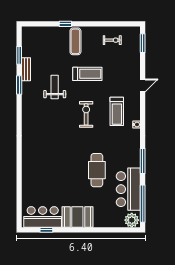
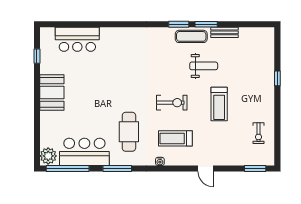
exercise mat: (75, 41) -> (191, 36), moved
window: (19, 55) -> (179, 24), moved
cafe table: (97, 170) -> (129, 132), moved, turned 90
bar counter: (43, 217) -> (77, 39), moved, turned 90

